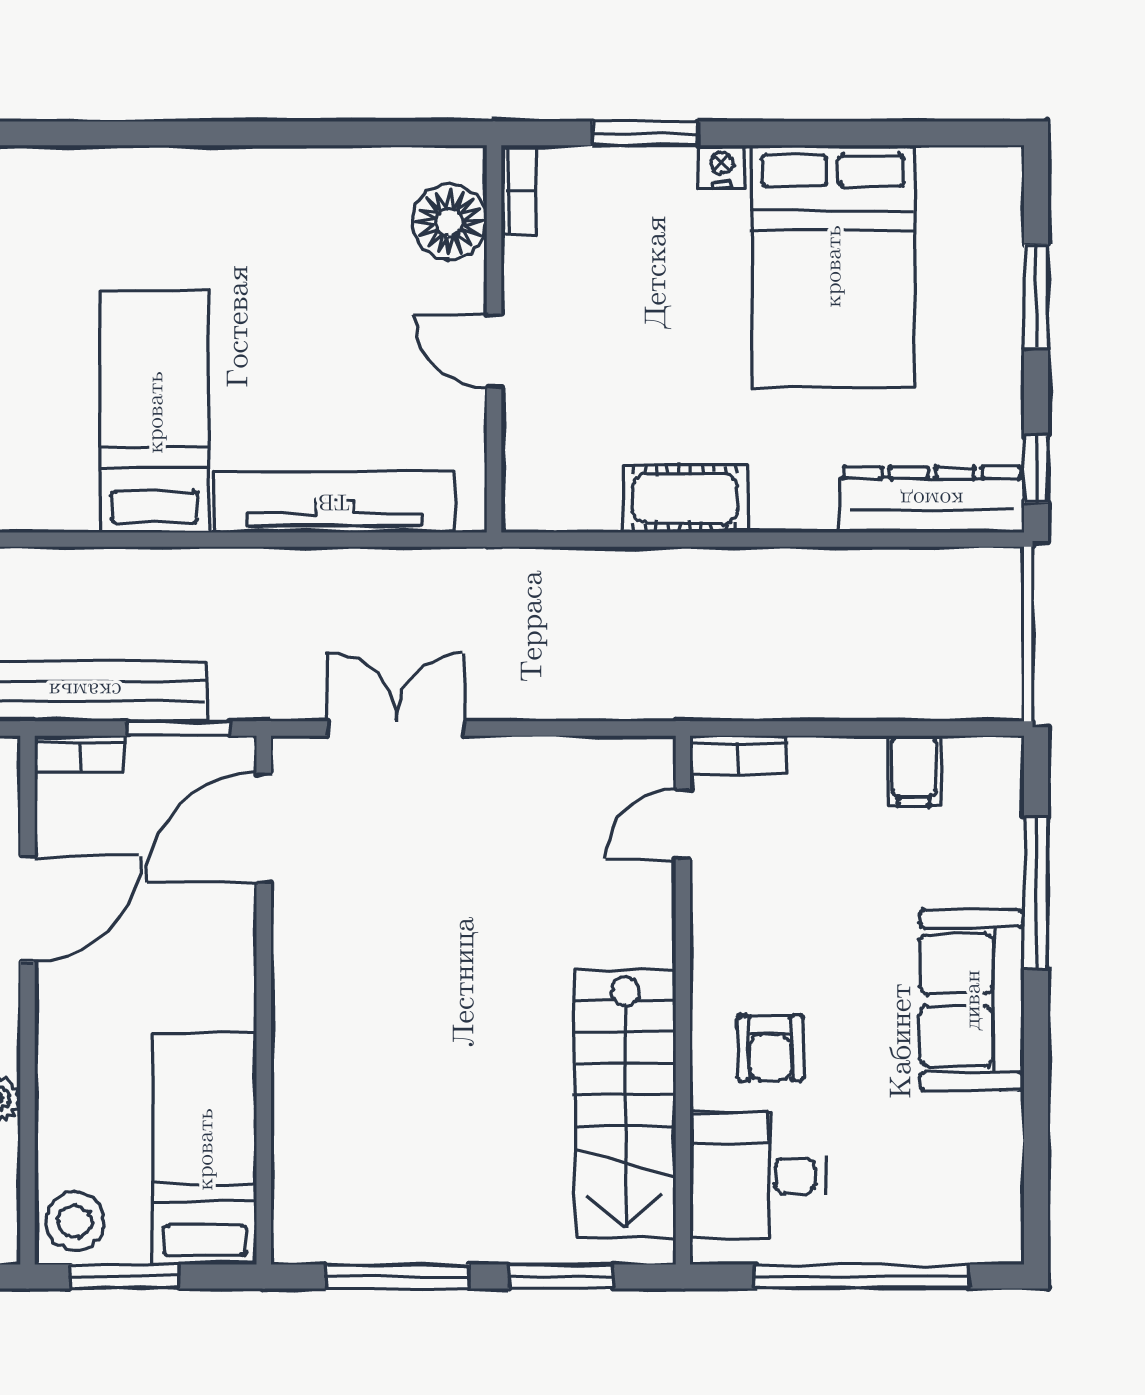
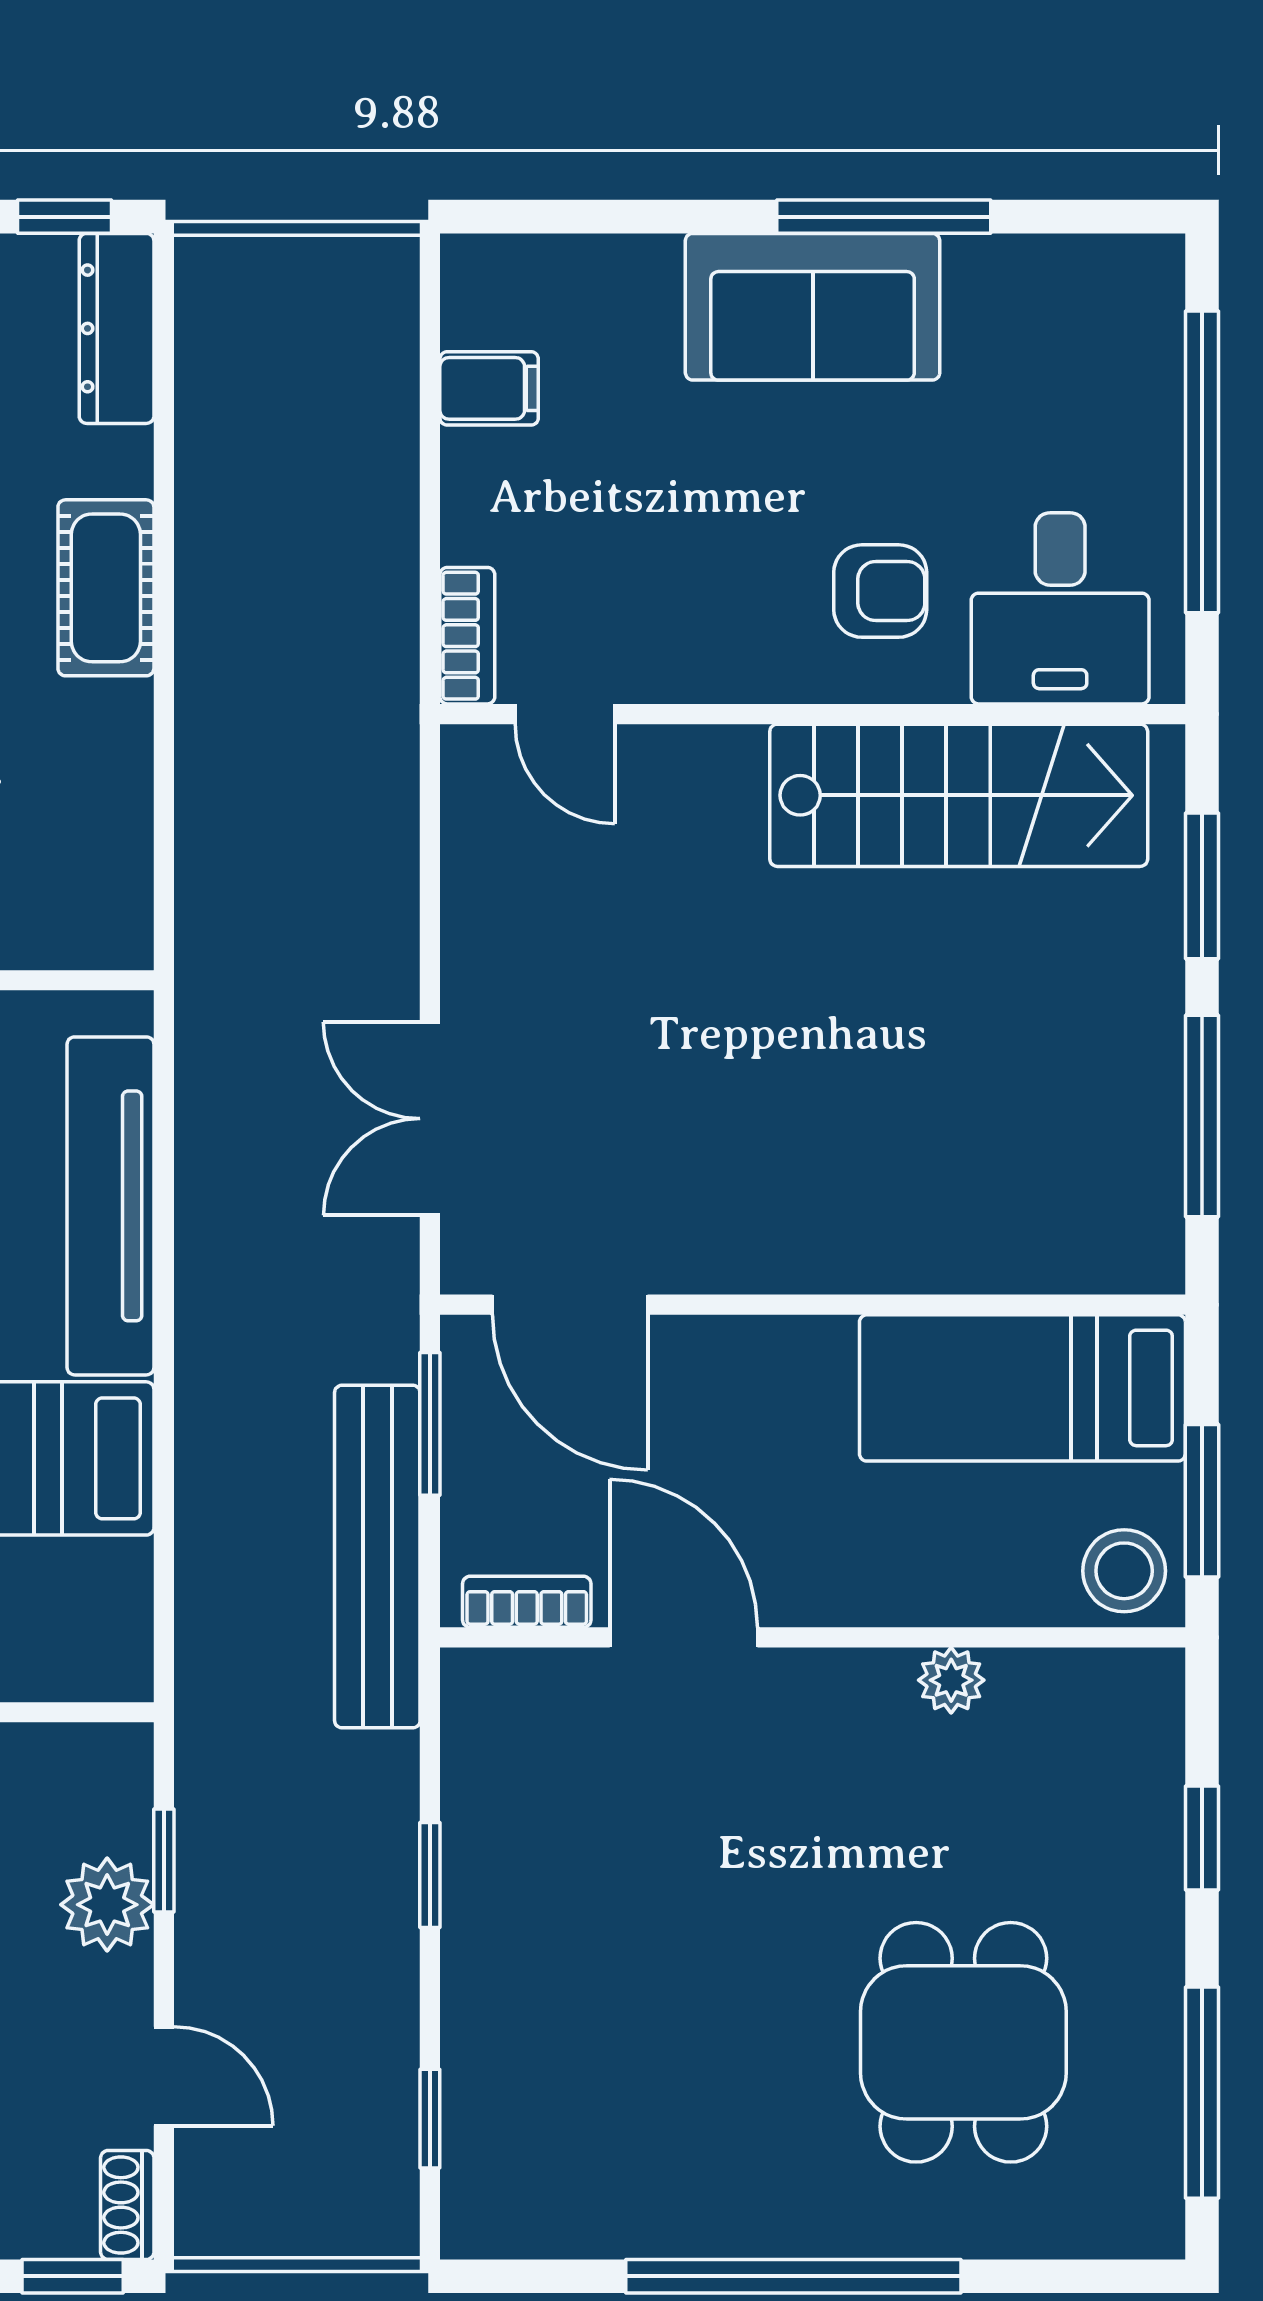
cot: (685, 499) -> (106, 588), moved
dresser: (932, 500) -> (117, 328), width x0.73, depth x0.80
bookcase: (80, 754) -> (527, 1602), moved, turned -90
window: (1036, 893) -> (884, 217), moved

